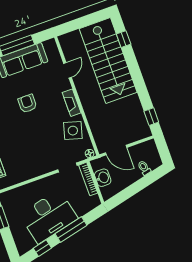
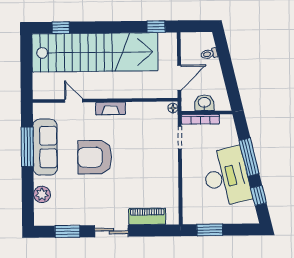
stairs: (108, 60) -> (95, 52), width x1.36
armchair: (27, 104) -> (95, 157), width x1.88, depth x1.88
side table: (73, 131) -> (141, 118), removed

